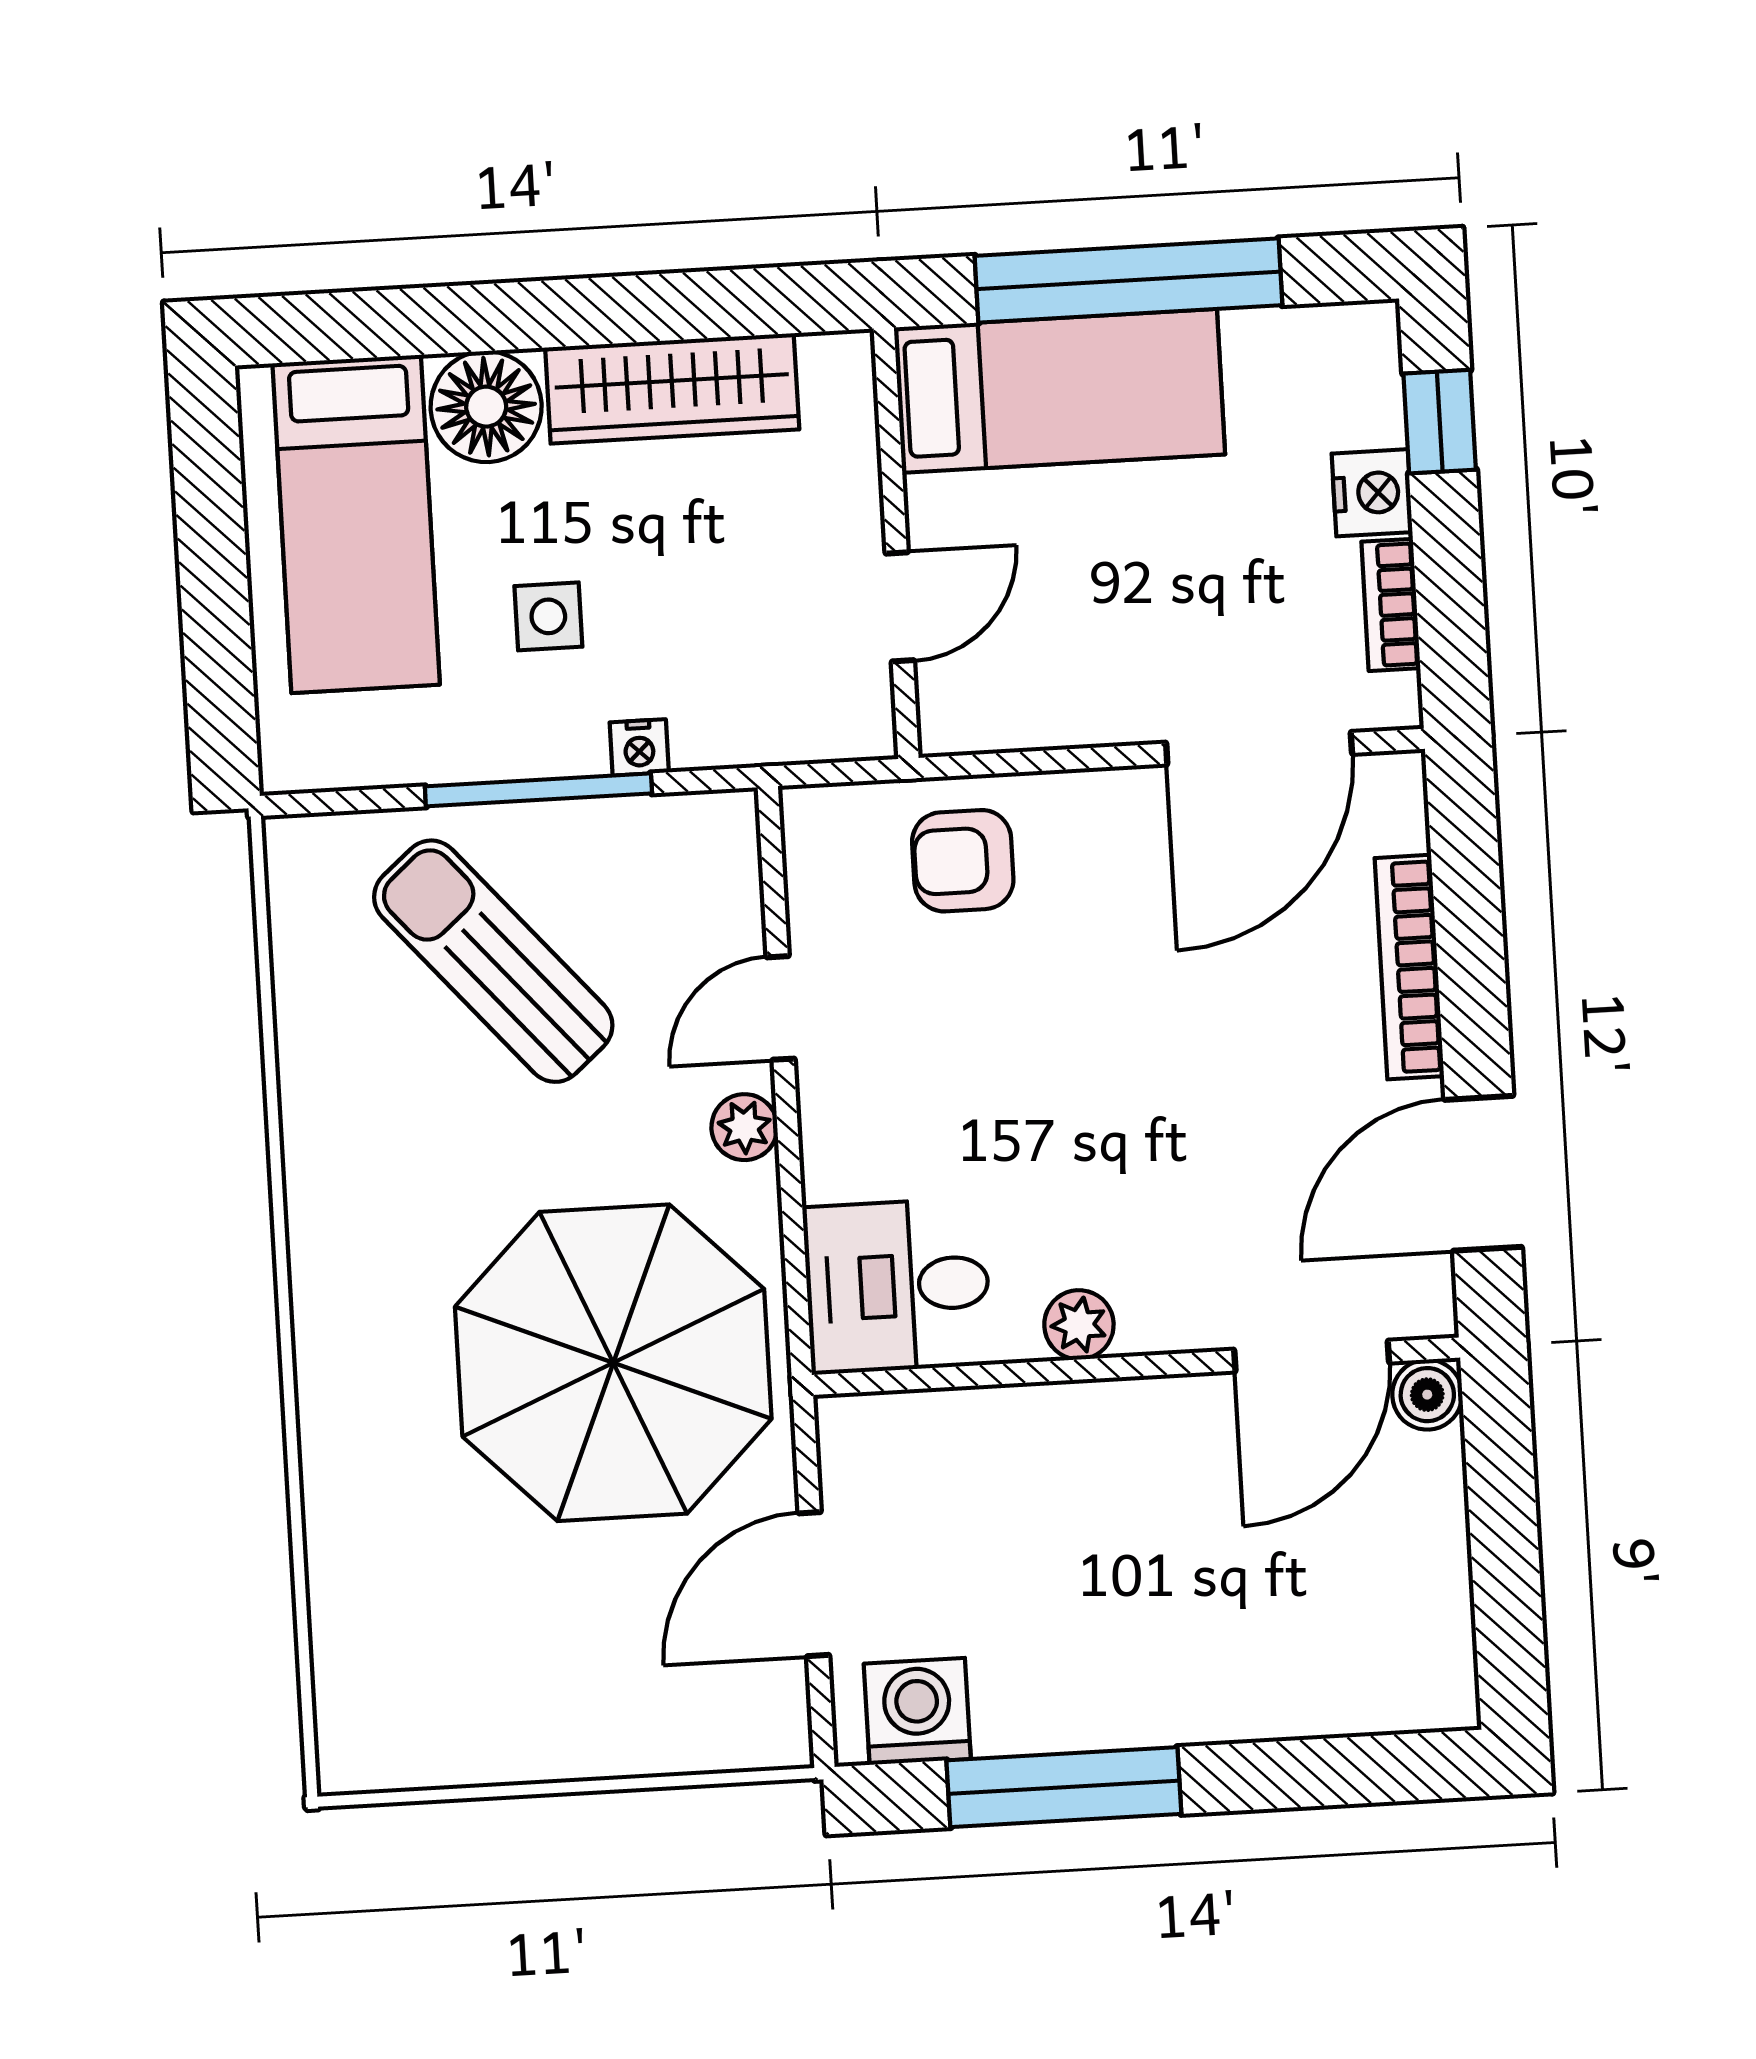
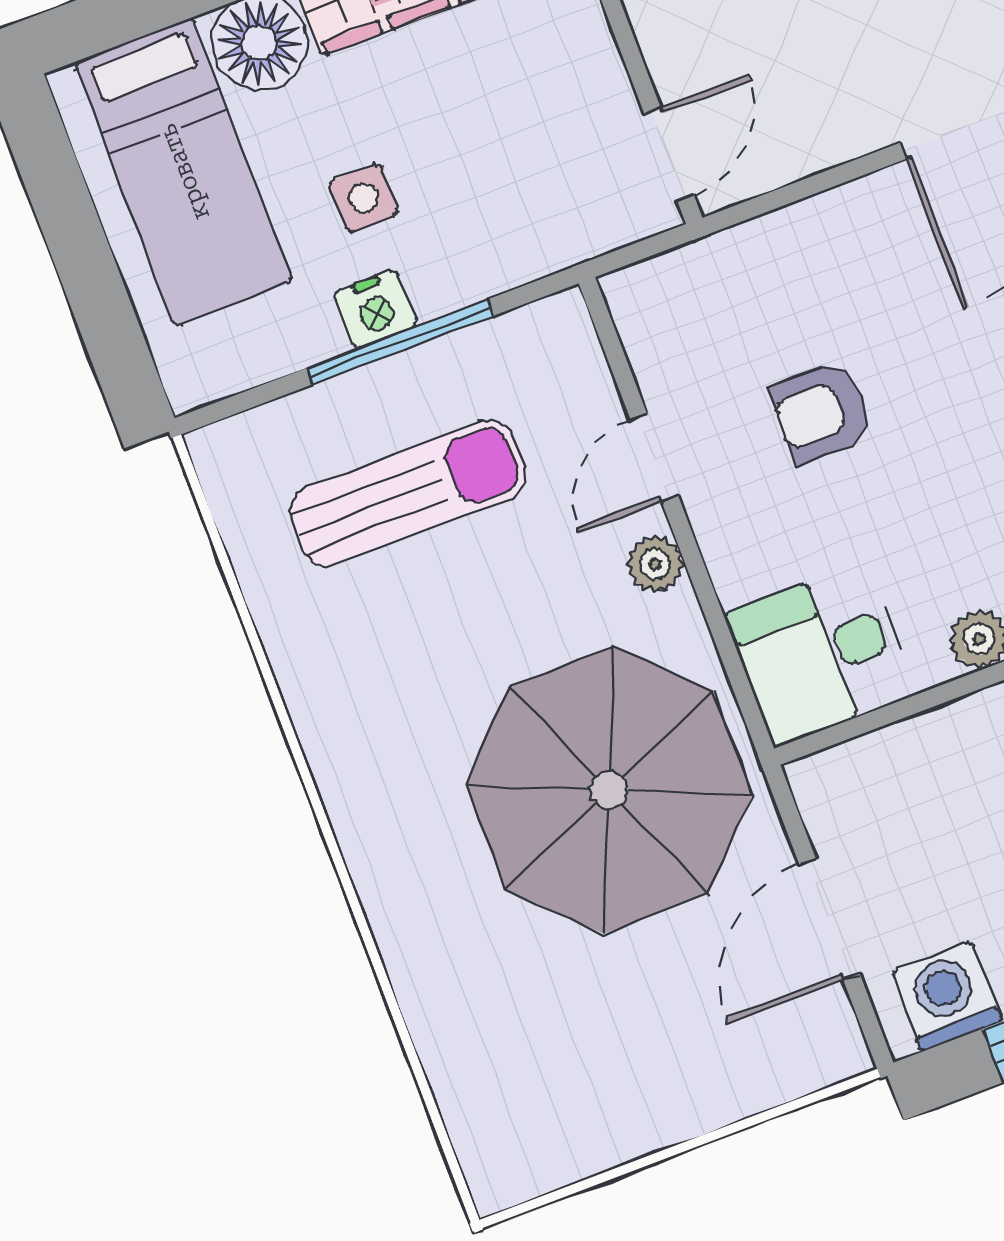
door: (900, 607) -> (669, 154), moved
nightstand: (639, 747) -> (375, 309), moved, width x1.39, depth x1.35
armchair: (963, 861) -> (822, 412), moved
sun lounger: (493, 961) -> (408, 493), turned 131

